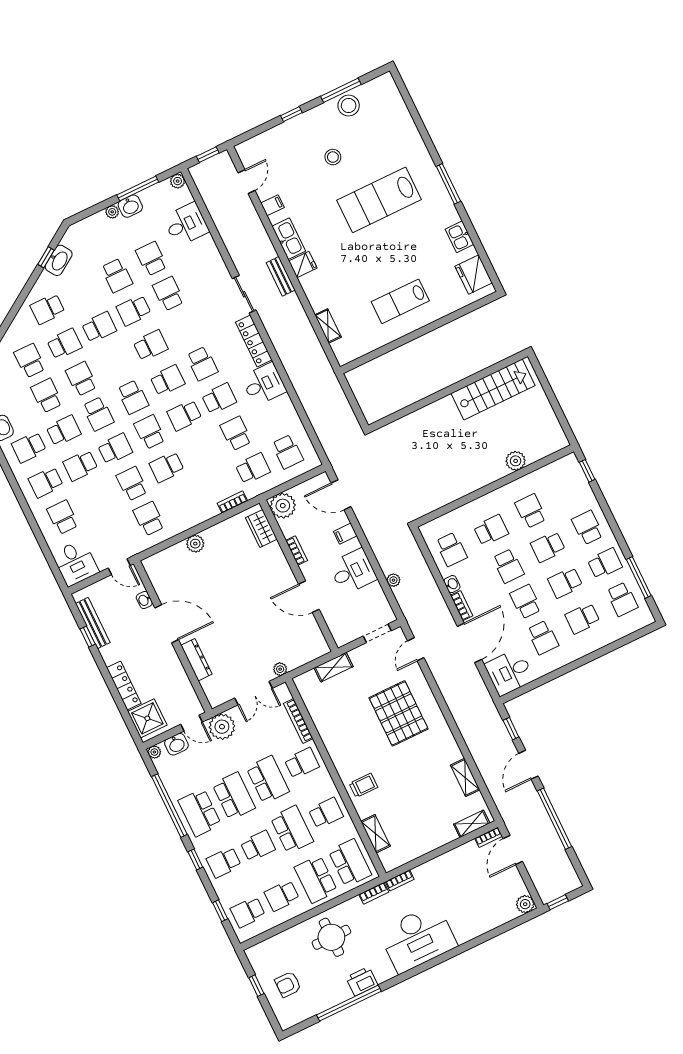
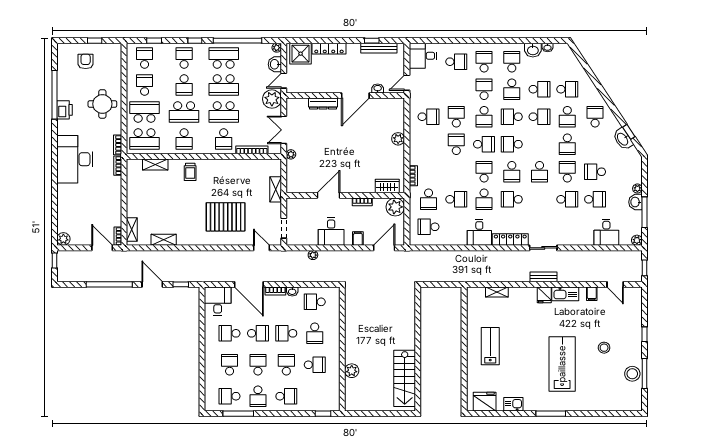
school desk: (132, 484) -> (456, 117), turned -90

